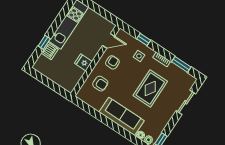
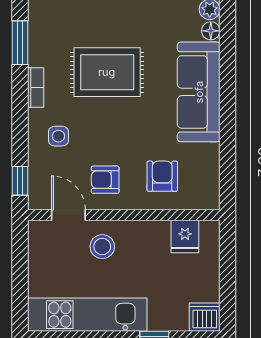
window: (144, 39) -> (20, 181), moved
stool: (89, 46) -> (102, 247), added
dishwasher: (50, 51) -> (205, 317), moved
fridge: (83, 62) -> (185, 236), moved

